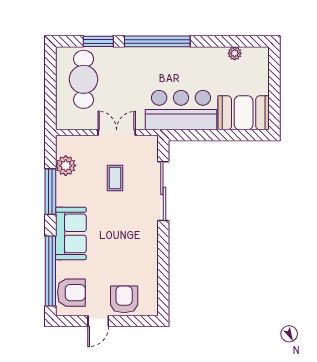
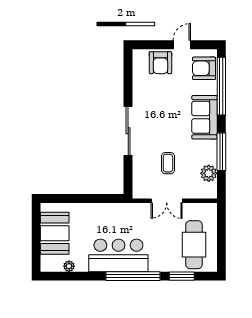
bar counter: (181, 110) -> (118, 255), moved, turned 180
booth: (244, 113) -> (55, 233), moved, turned 90
sliding door: (163, 191) -> (128, 131), moved

